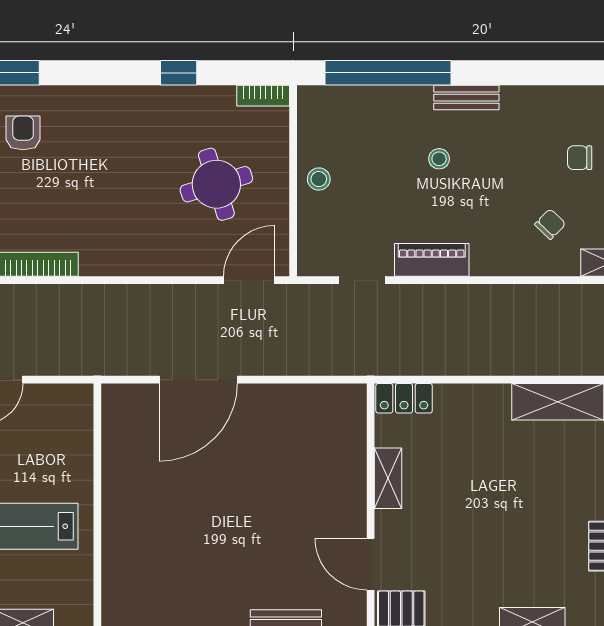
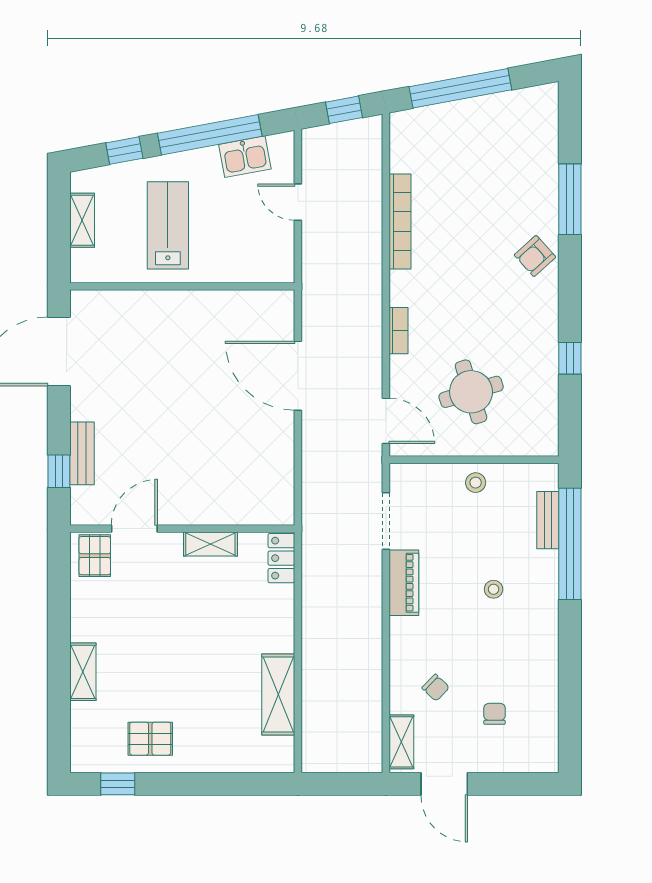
bookcase: (263, 96) -> (399, 331), moved, turned 180
bench: (466, 98) -> (548, 520), moved
armchair: (23, 133) -> (535, 256), moved, turned 138
doorway: (362, 280) -> (386, 521), width x1.38

